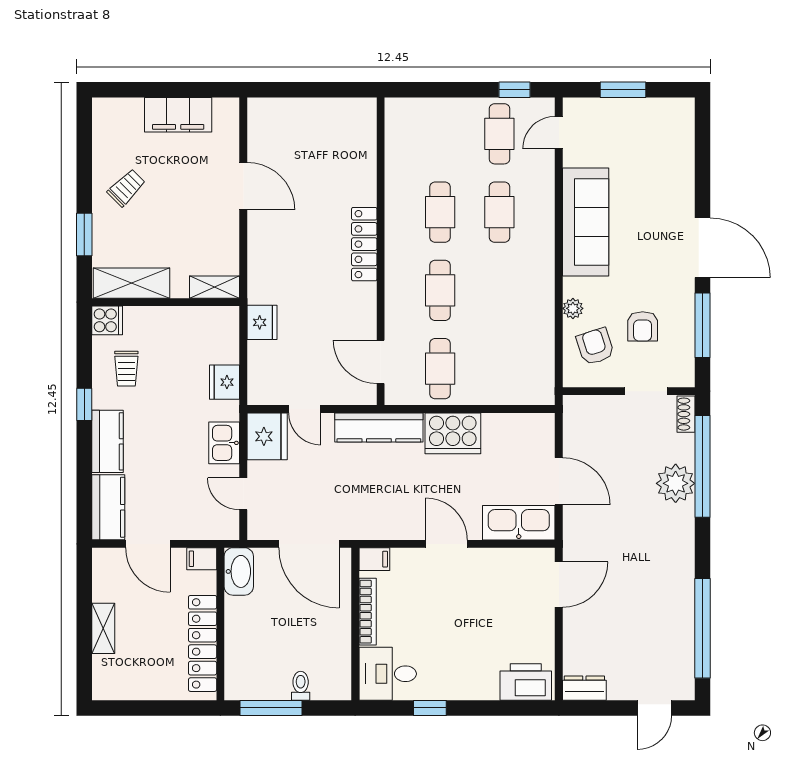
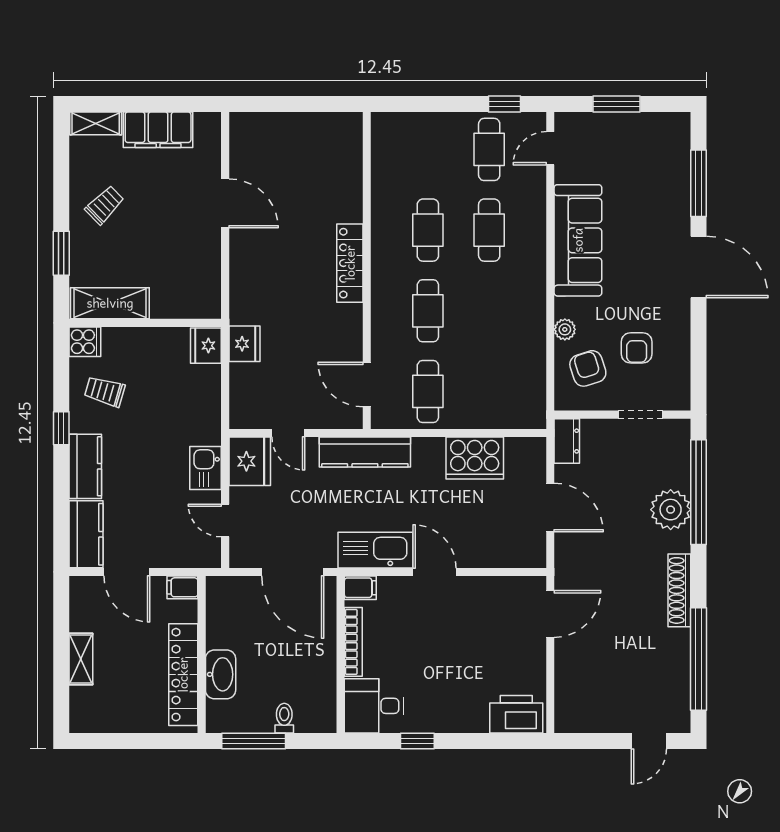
shelving: (215, 287) -> (96, 123), moved
window: (703, 325) -> (698, 183), moved
trolley: (126, 369) -> (105, 391), turned 106
fridge: (225, 382) -> (206, 346), moved
shoe rack: (686, 414) -> (679, 590), moved, width x1.94, depth x1.24
cooker: (453, 433) -> (475, 458), moved
kitchen sink: (519, 523) -> (375, 550), moved
washbasin: (239, 571) -> (221, 674), moved
dresser: (584, 688) -> (567, 441), moved, turned 90

